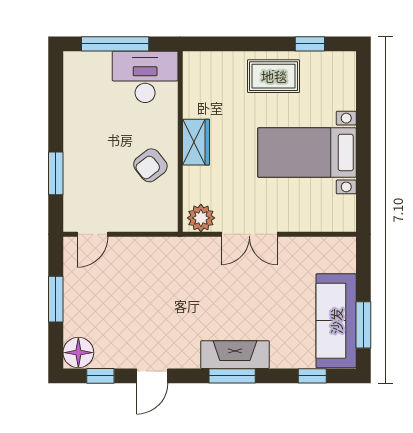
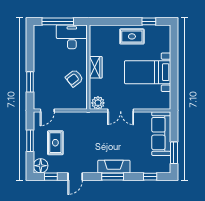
rug: (110, 303) -> (55, 143), added
sofa: (336, 321) -> (161, 134), moved

